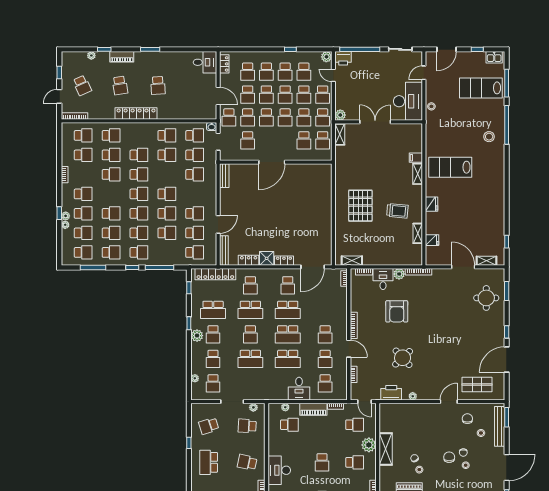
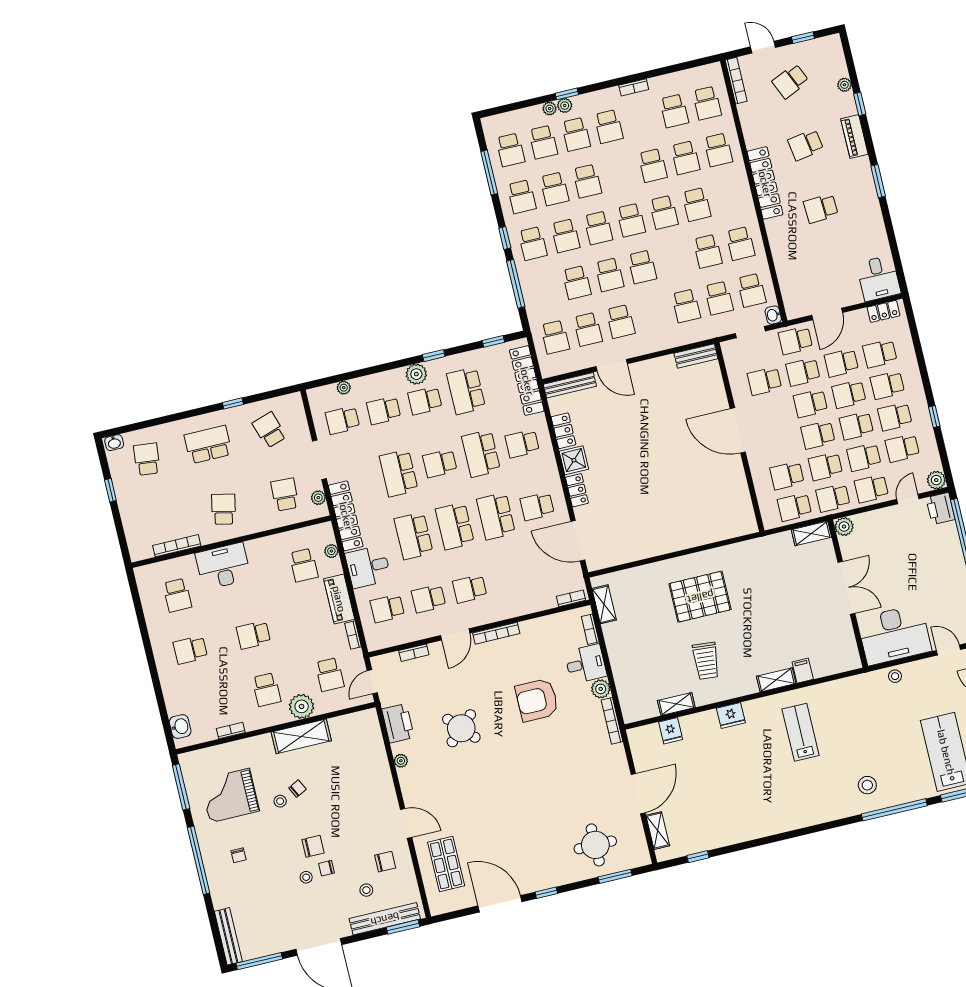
lab bench: (450, 167) -> (801, 732), width x0.73, depth x0.72
locker: (267, 394) -> (346, 516), added

